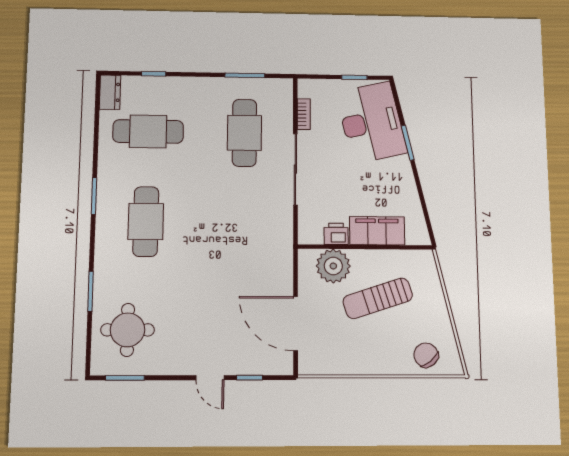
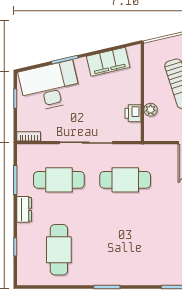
dresser: (110, 92) -> (24, 209), moved, turned 90
bookcase: (304, 114) -> (29, 136), moved
cafe table: (146, 222) -> (125, 180), moved
filing cabinet: (377, 231) -> (108, 62), moved, turned -103
plant: (333, 266) -> (151, 110), width x0.53, depth x0.53

